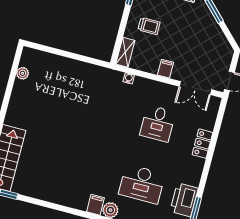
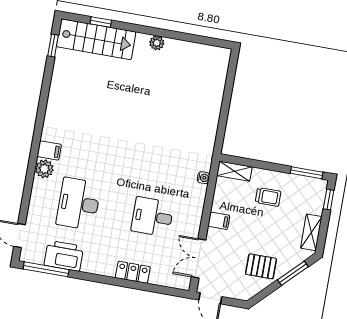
trolley: (149, 26) -> (268, 197), turned -90
pallet: (206, 37) -> (261, 266), added
plant: (23, 73) -> (157, 43), moved

